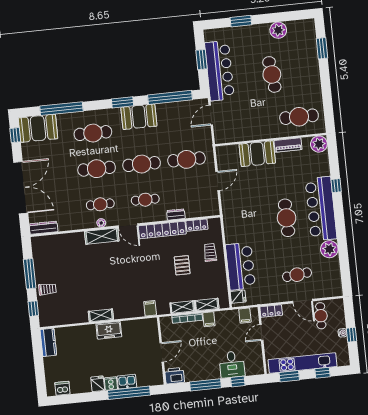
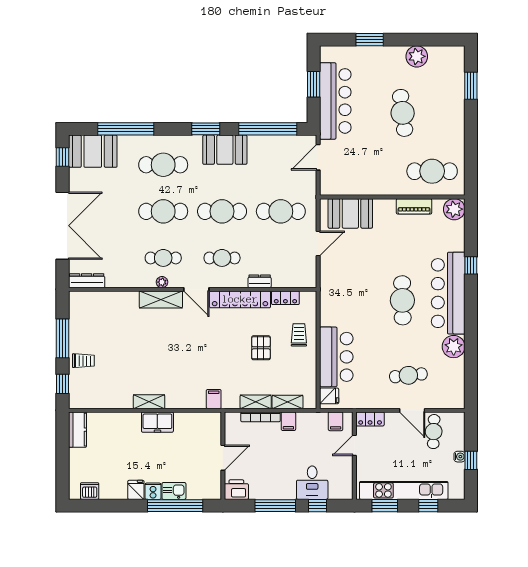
booth: (257, 154) -> (350, 213), moved

